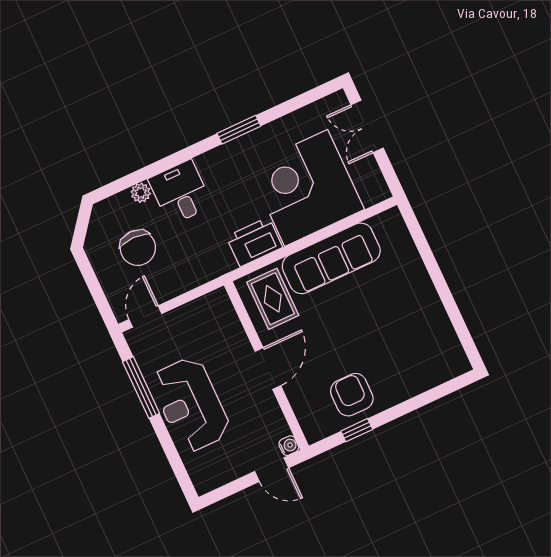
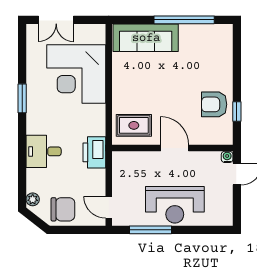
plant: (141, 193) -> (33, 199), moved
printer: (254, 242) -> (94, 152), moved
chair: (138, 248) -> (63, 209), moved
sofa: (331, 258) -> (146, 38), moved, turned 90
window: (448, 301) -> (184, 20), added

